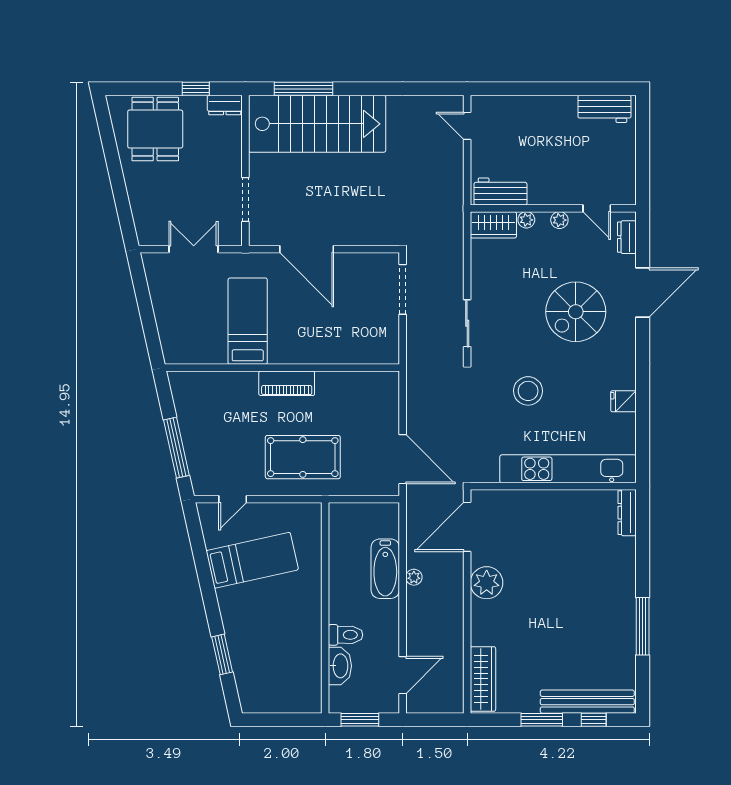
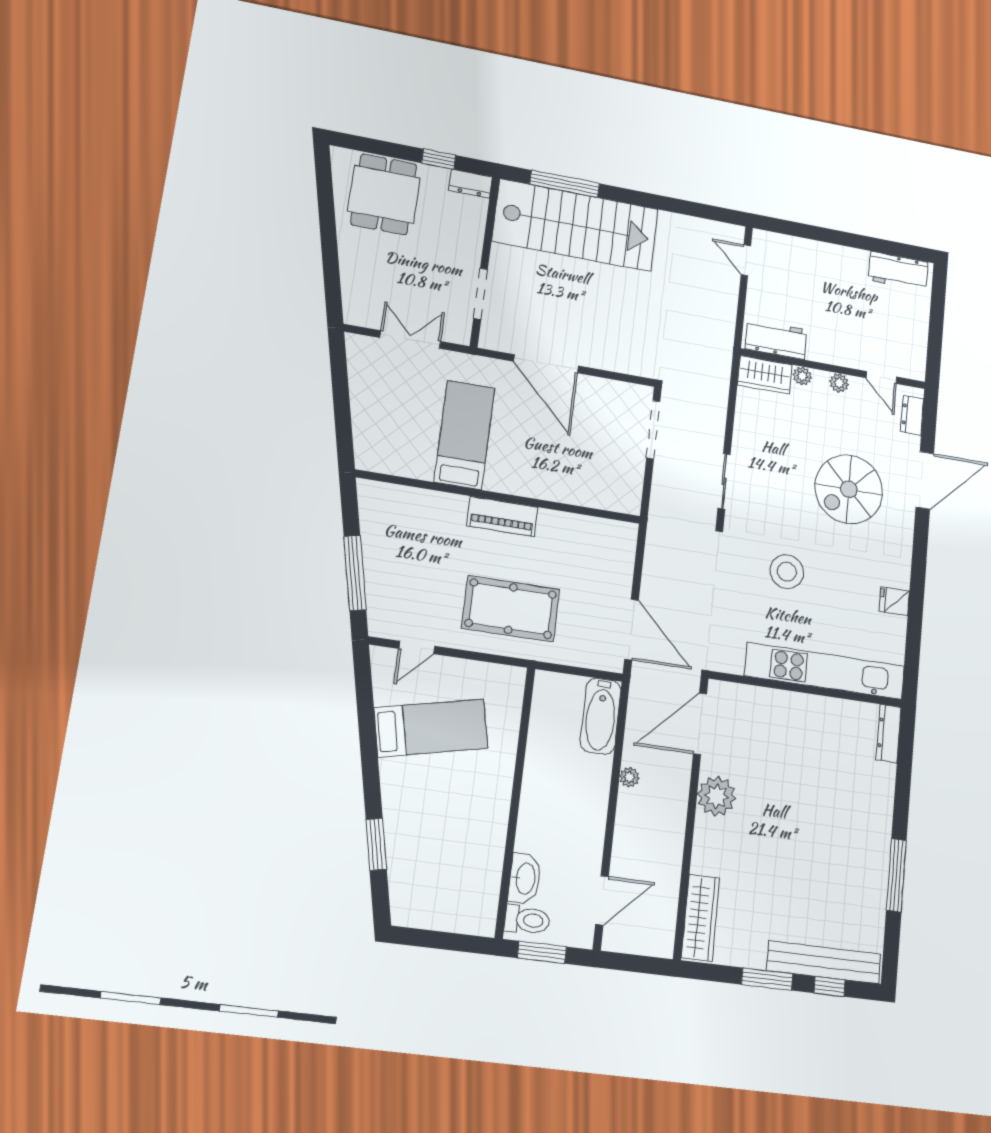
bathtub: (385, 569) -> (601, 716), moved
toilet: (345, 635) -> (527, 920), moved

